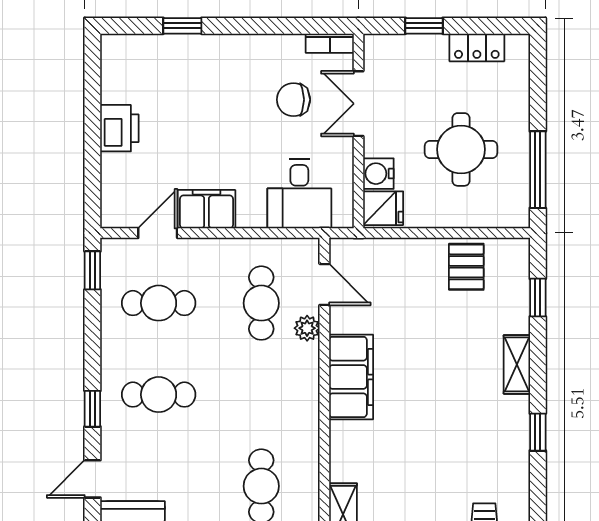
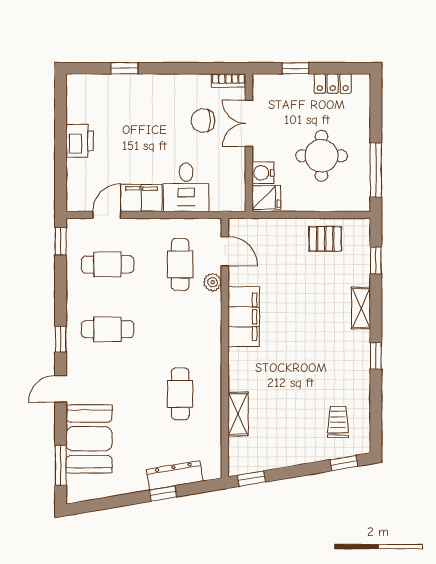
desk: (299, 194) -> (186, 187), moved
pallet: (466, 267) -> (325, 239), turned 90

